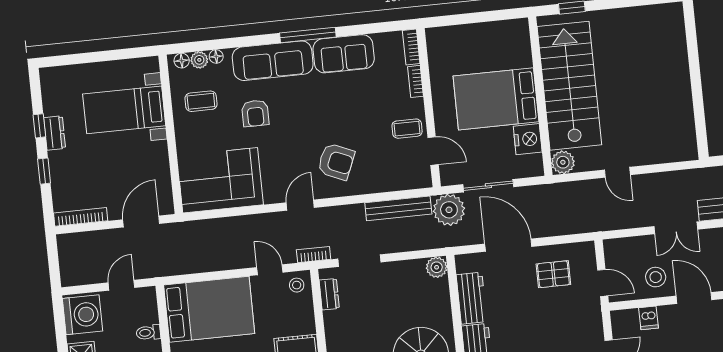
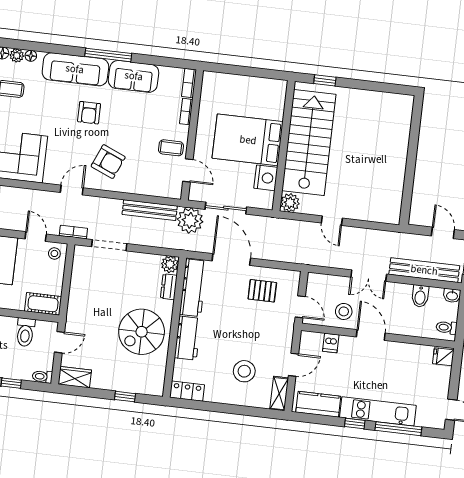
armchair: (255, 113) -> (89, 113), moved
dresser: (329, 294) -> (169, 287), moved, turned 180
workbench: (472, 298) -> (193, 288), width x1.38

